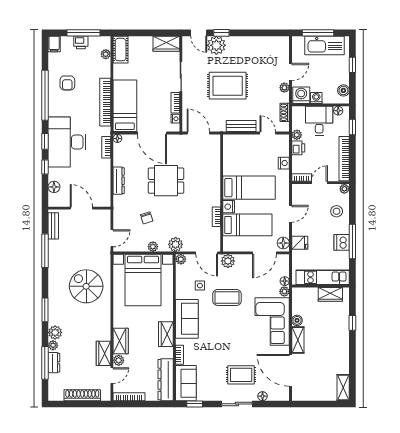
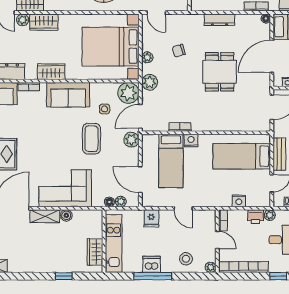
bed: (249, 188) -> (242, 156), moved, turned 90
floor lamp: (283, 243) -> (151, 200), removed
plant: (181, 259) -> (128, 93), width x1.87, depth x1.87
plant: (284, 291) -> (121, 201), moved

